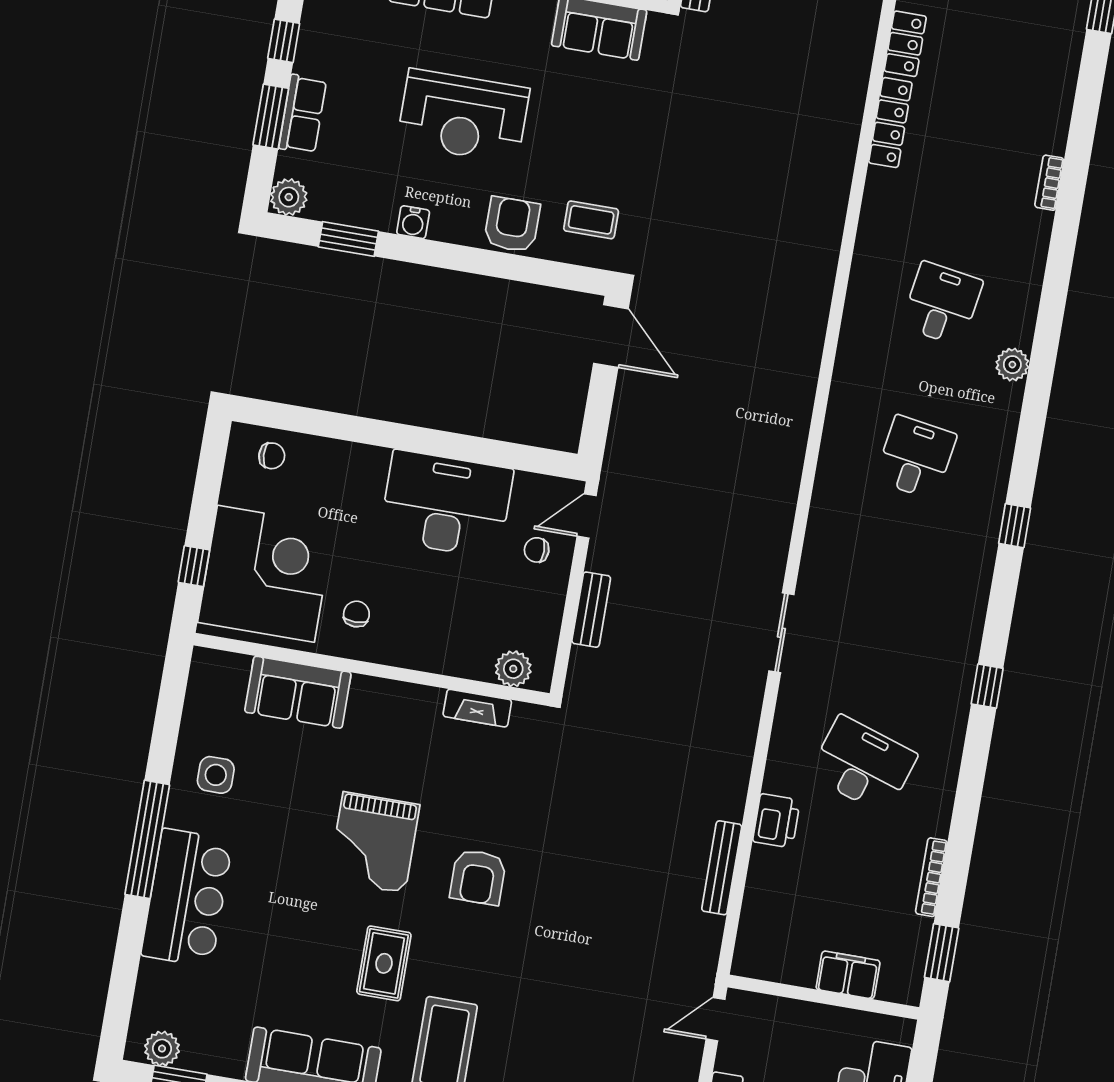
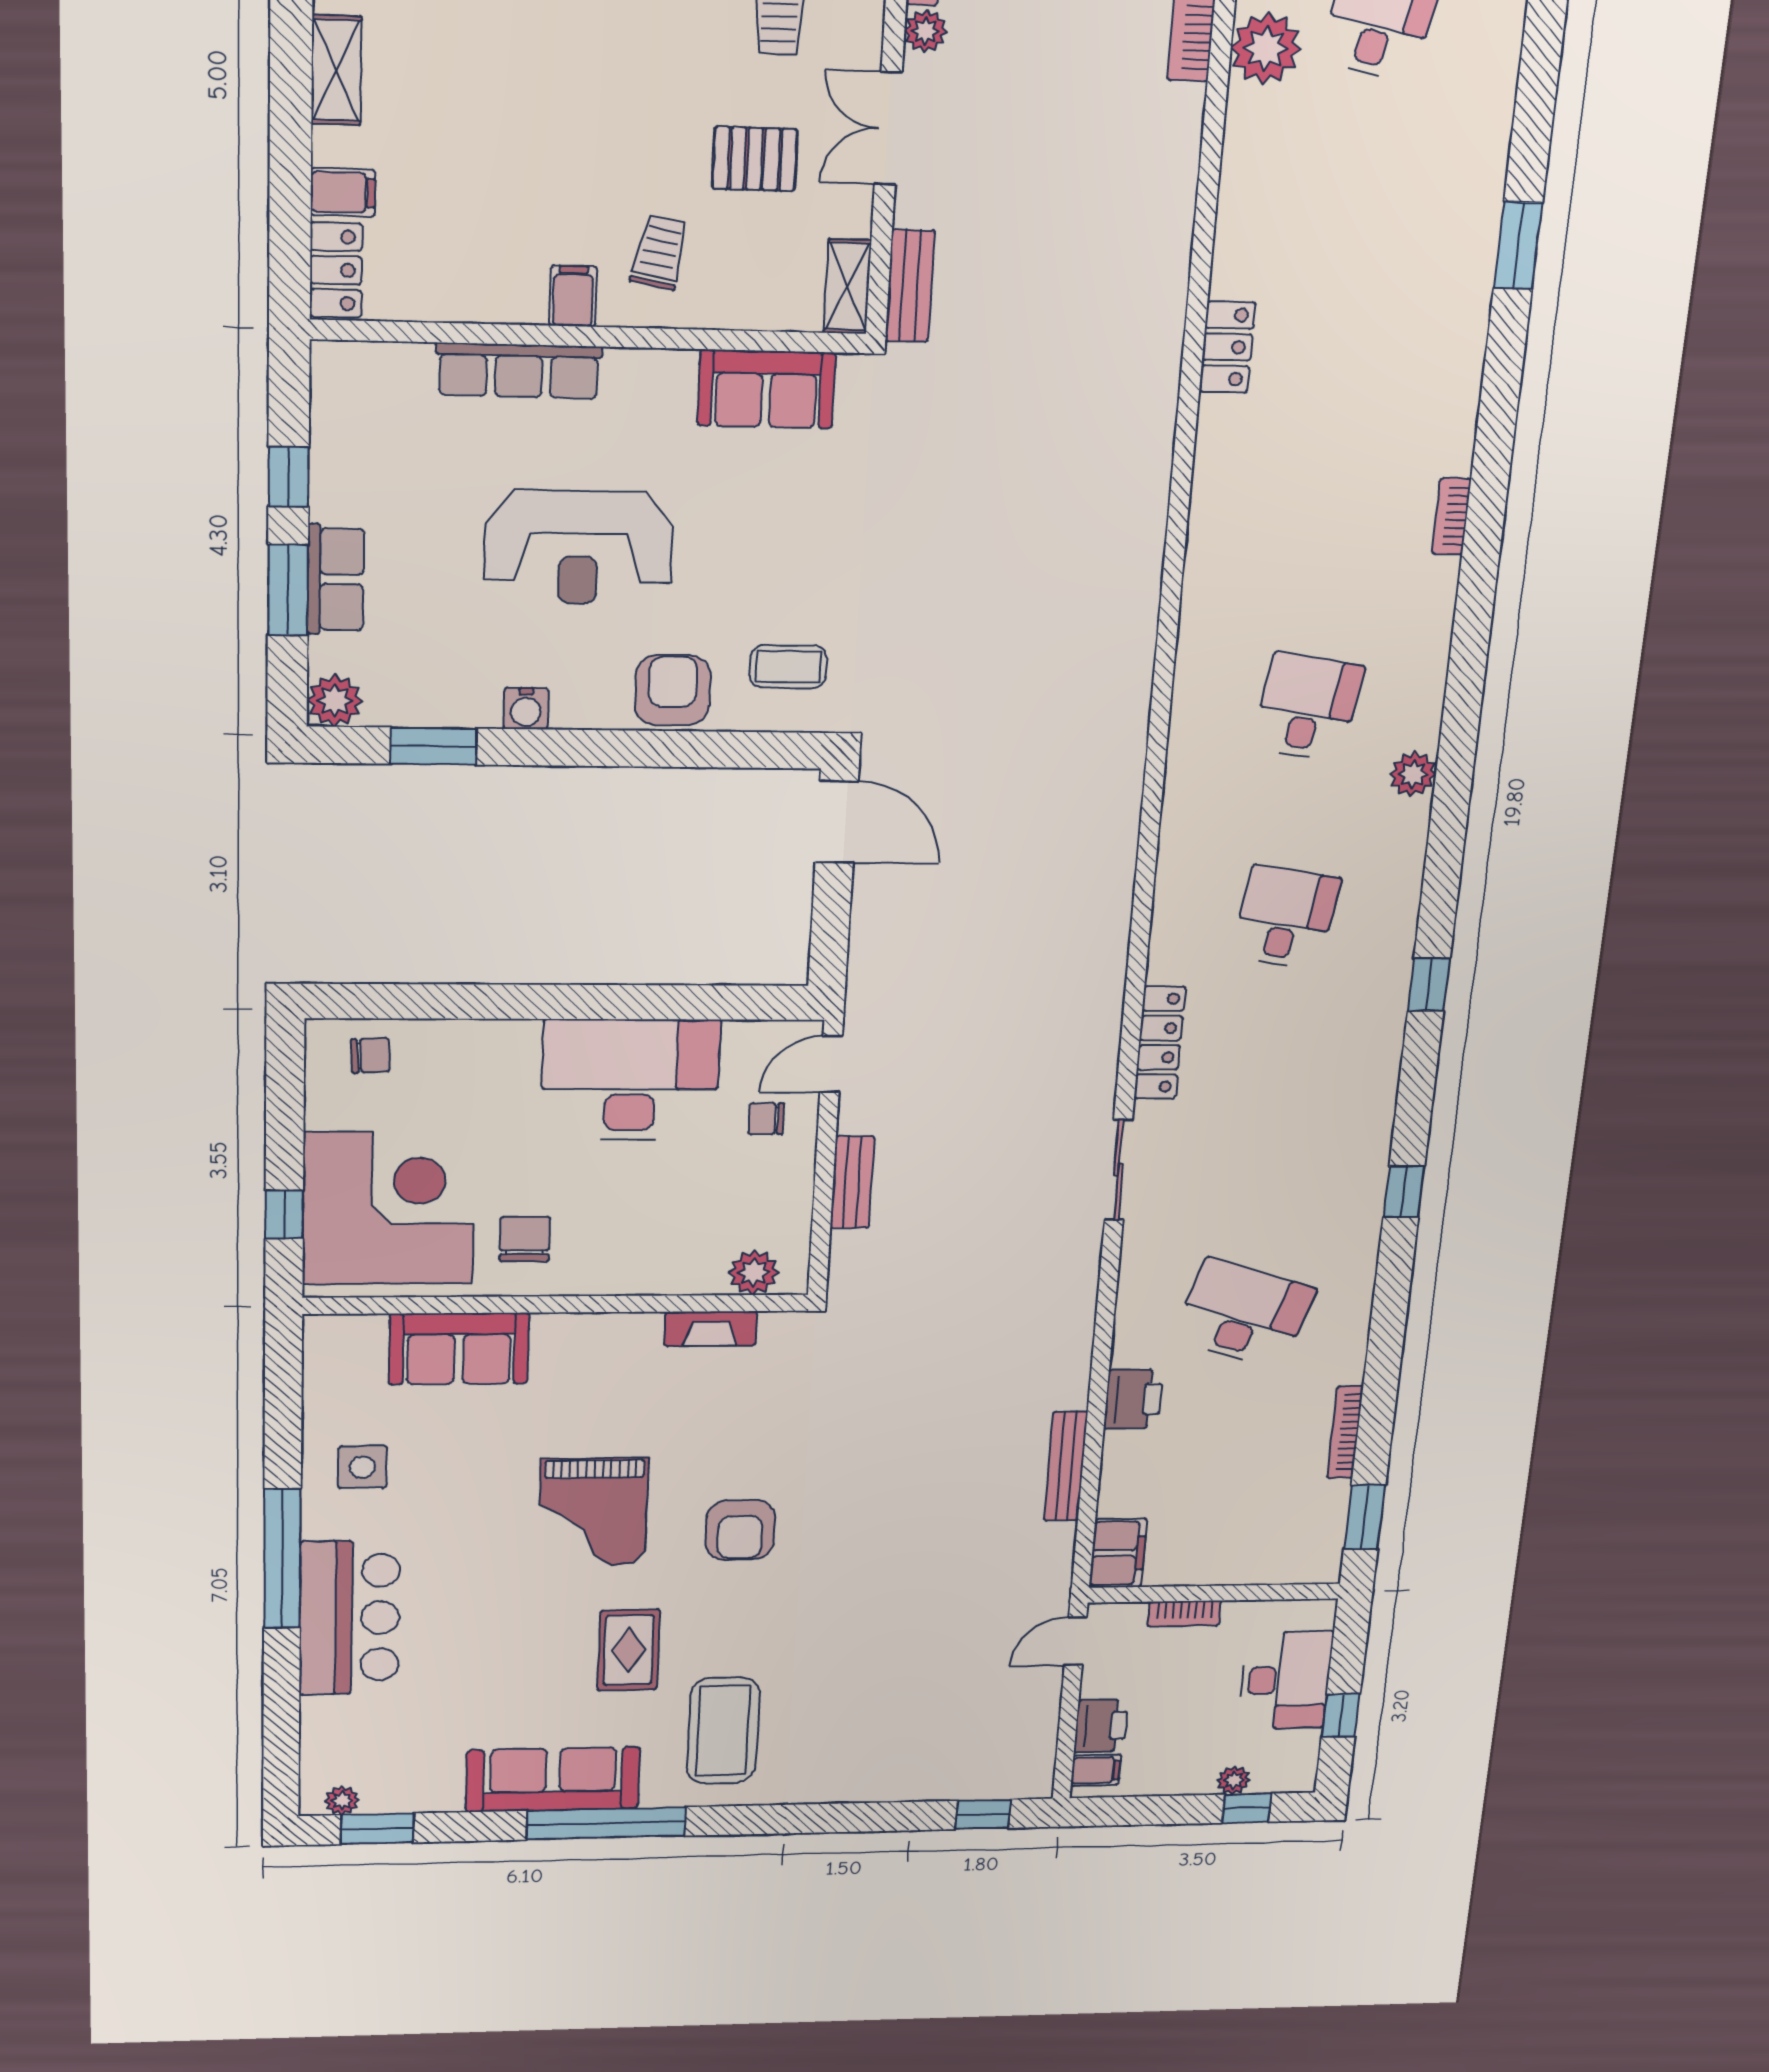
locker: (890, 123) -> (1160, 1043), moved
chair: (356, 614) -> (525, 1239), width x1.37, depth x1.37
filing cabinet: (848, 975) -> (1118, 1553), moved, turned 90
bookcase: (800, 1011) -> (1184, 1614), added
plant: (162, 1049) -> (342, 1801), width x0.73, depth x0.73

